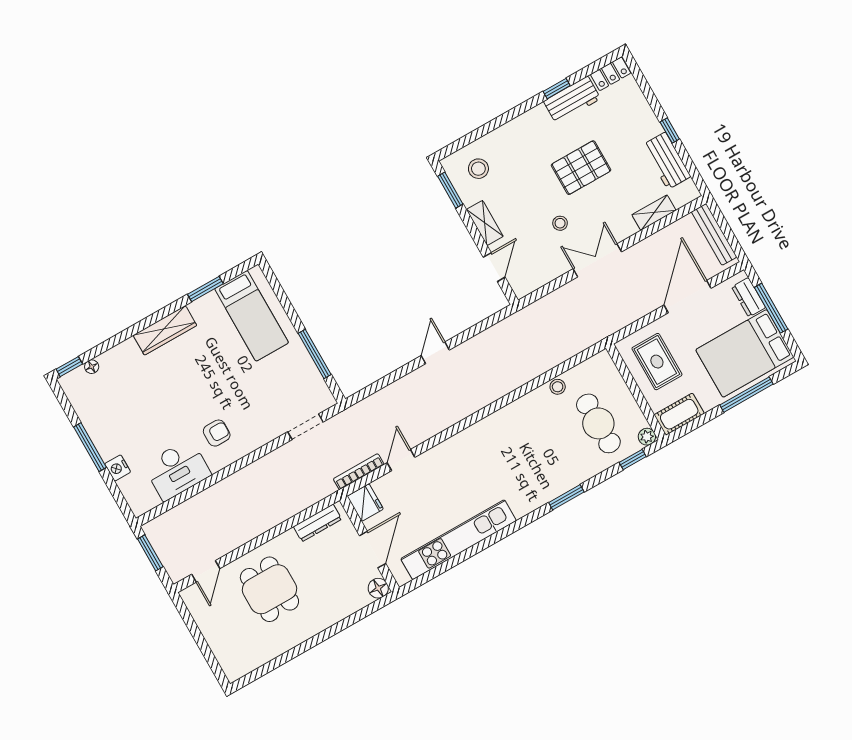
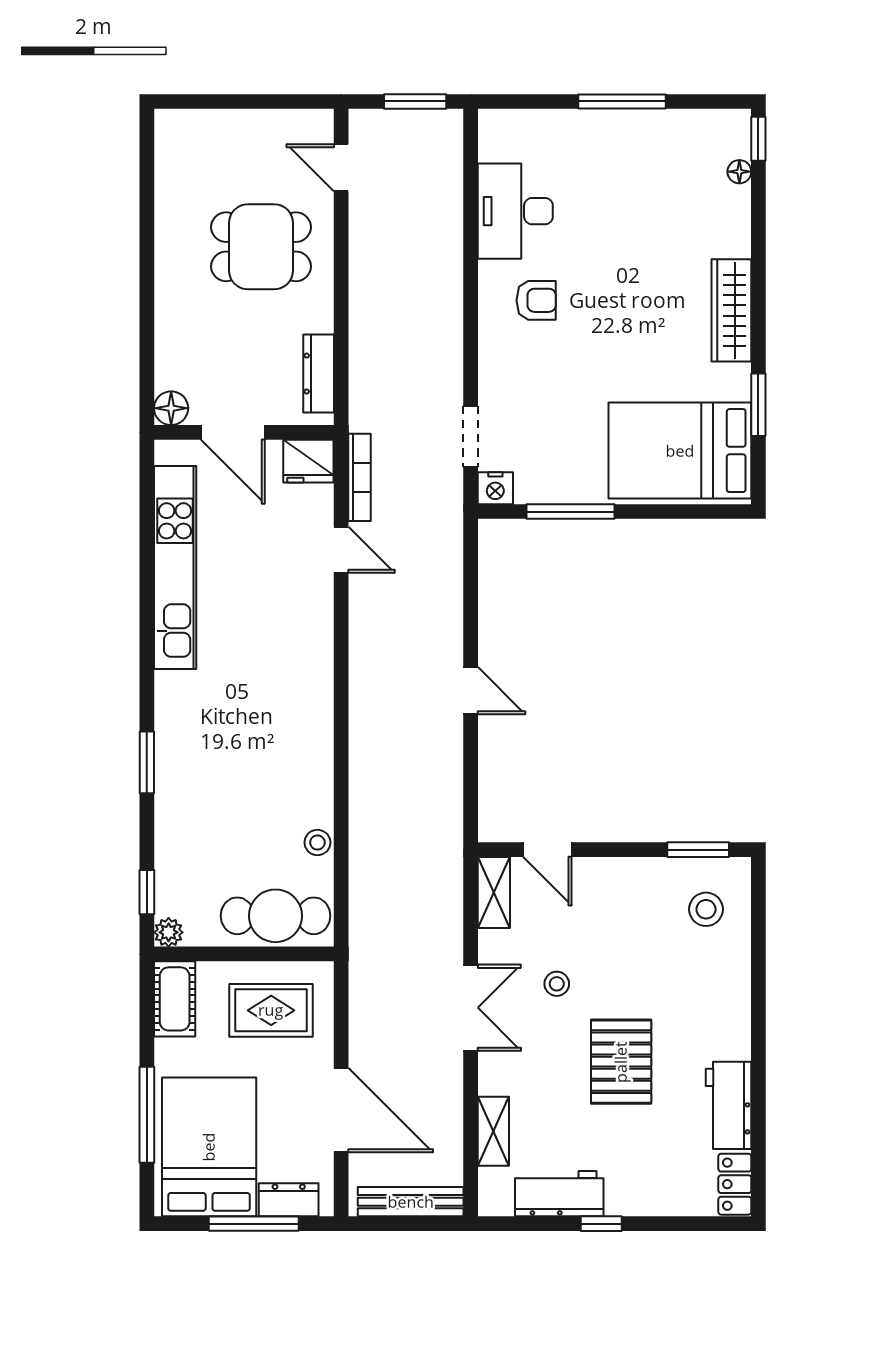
window: (557, 89) -> (758, 1092), removed
shelving: (485, 223) -> (494, 892), moved, turned 90
bed: (252, 316) -> (680, 451), width x1.50
cafe table: (598, 423) -> (275, 916), moved
armchair: (217, 433) -> (536, 300), turned -90
nightstand: (118, 468) -> (495, 488), moved, turned 180

